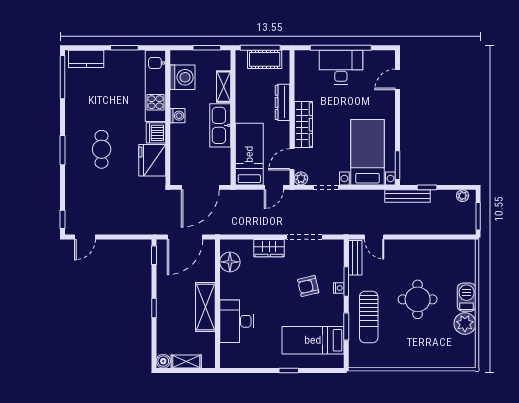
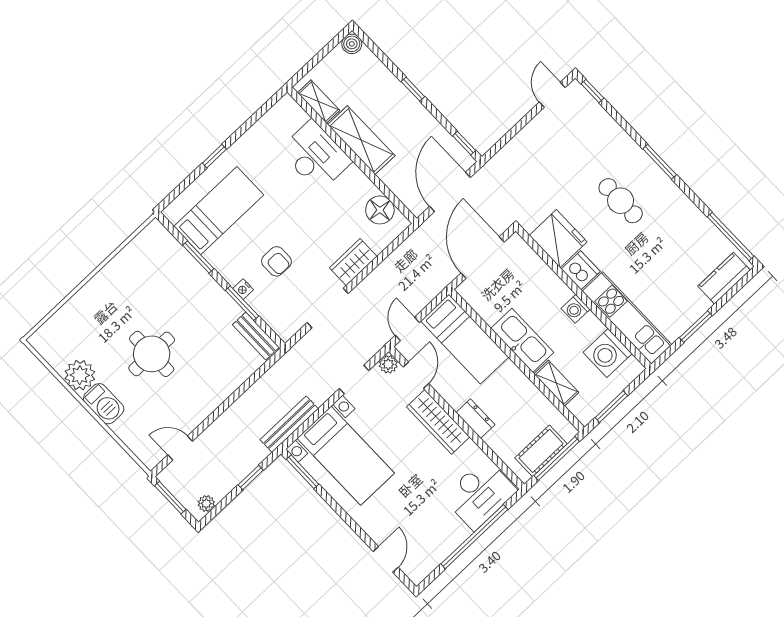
desk: (341, 67) -> (480, 494), moved
dresser: (283, 102) -> (475, 419), width x0.70
bench: (408, 196) -> (289, 424), moved
door: (374, 237) -> (180, 448), moved
armchair: (308, 286) -> (276, 261), turned 103
sun lounger: (369, 317) -> (184, 288), removed
shelving: (186, 361) -> (319, 102), moved, turned 90

